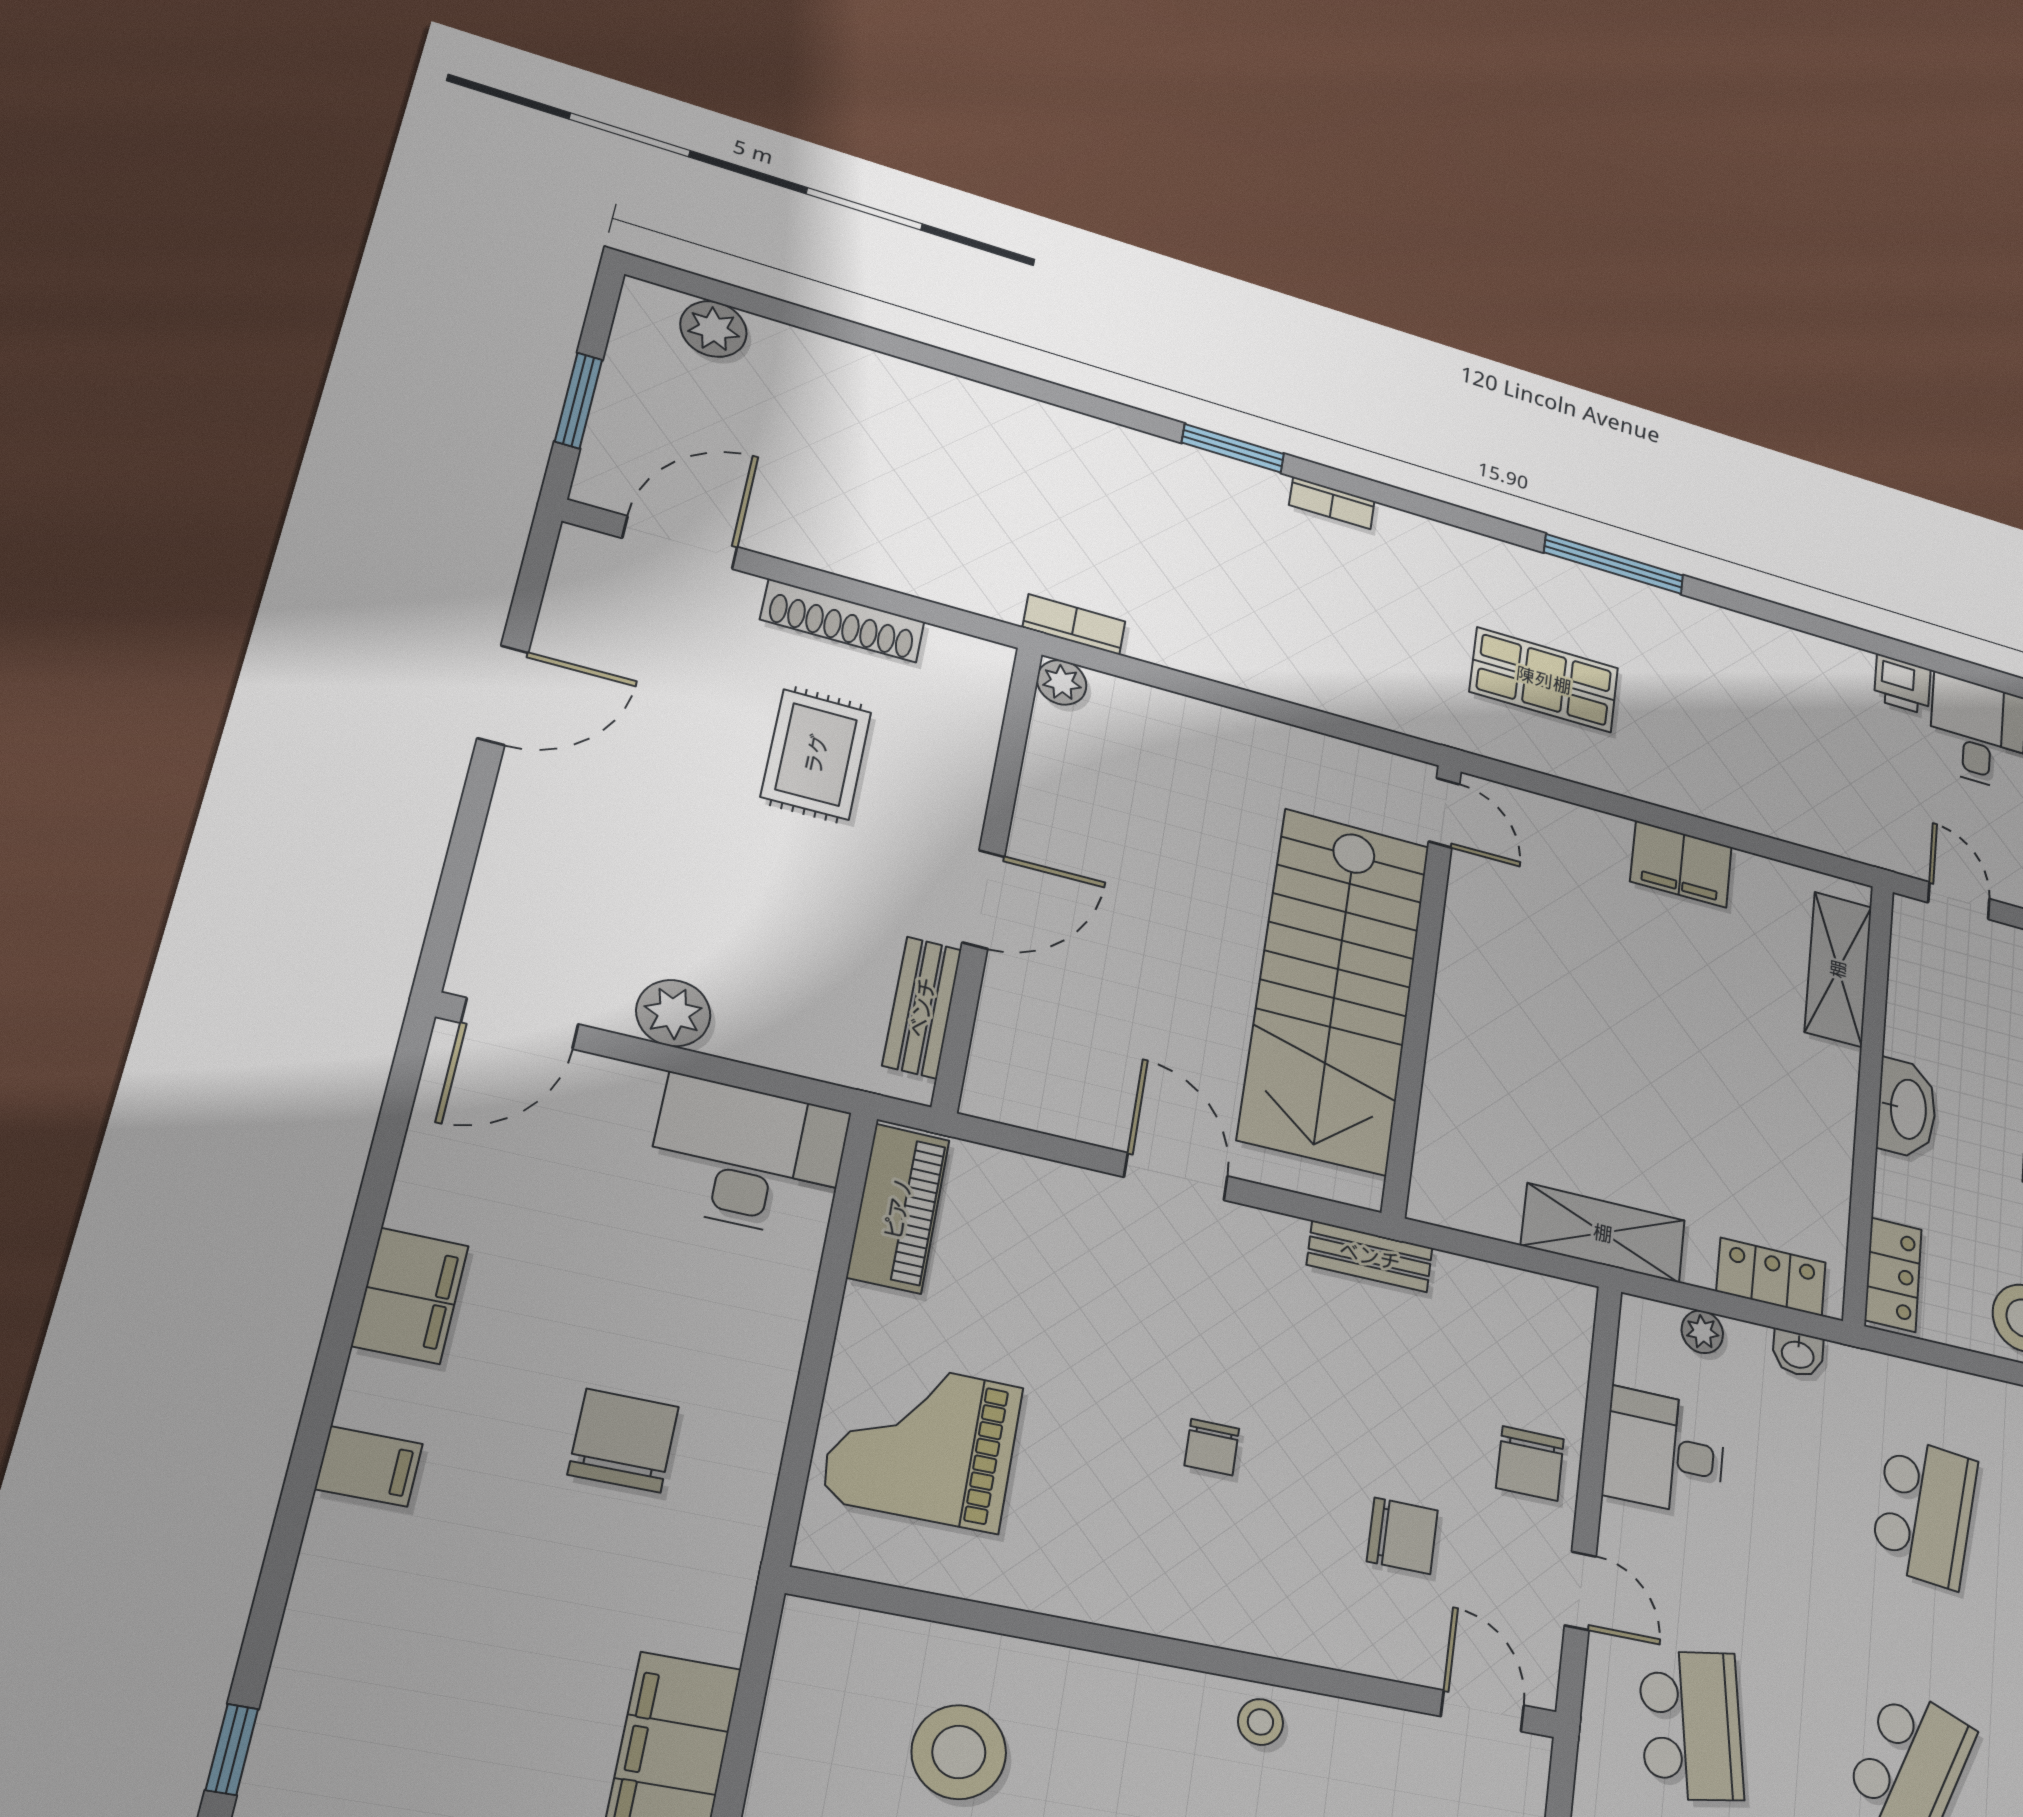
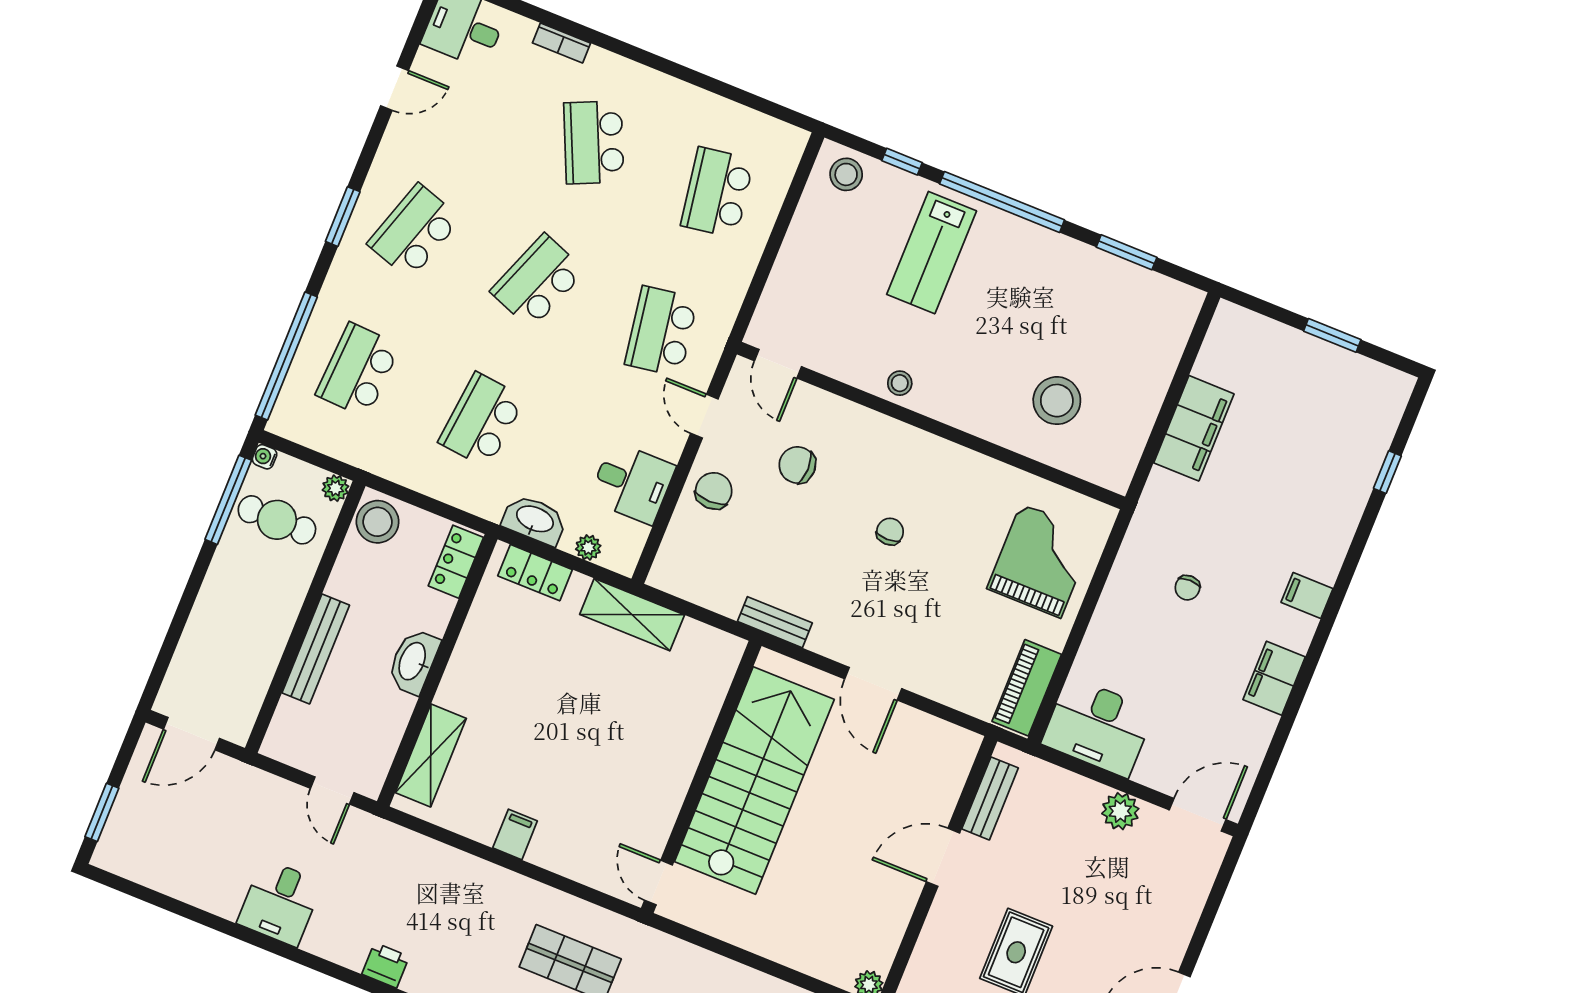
printer: (1902, 684) -> (386, 965), moved
filing cabinet: (1681, 864) -> (515, 834), width x0.50
washbasin: (1798, 1354) -> (535, 520), width x1.91, depth x1.45
chair: (623, 1441) -> (1187, 588), width x0.54, depth x0.54
grand piano: (923, 1443) -> (1041, 561), turned -90

